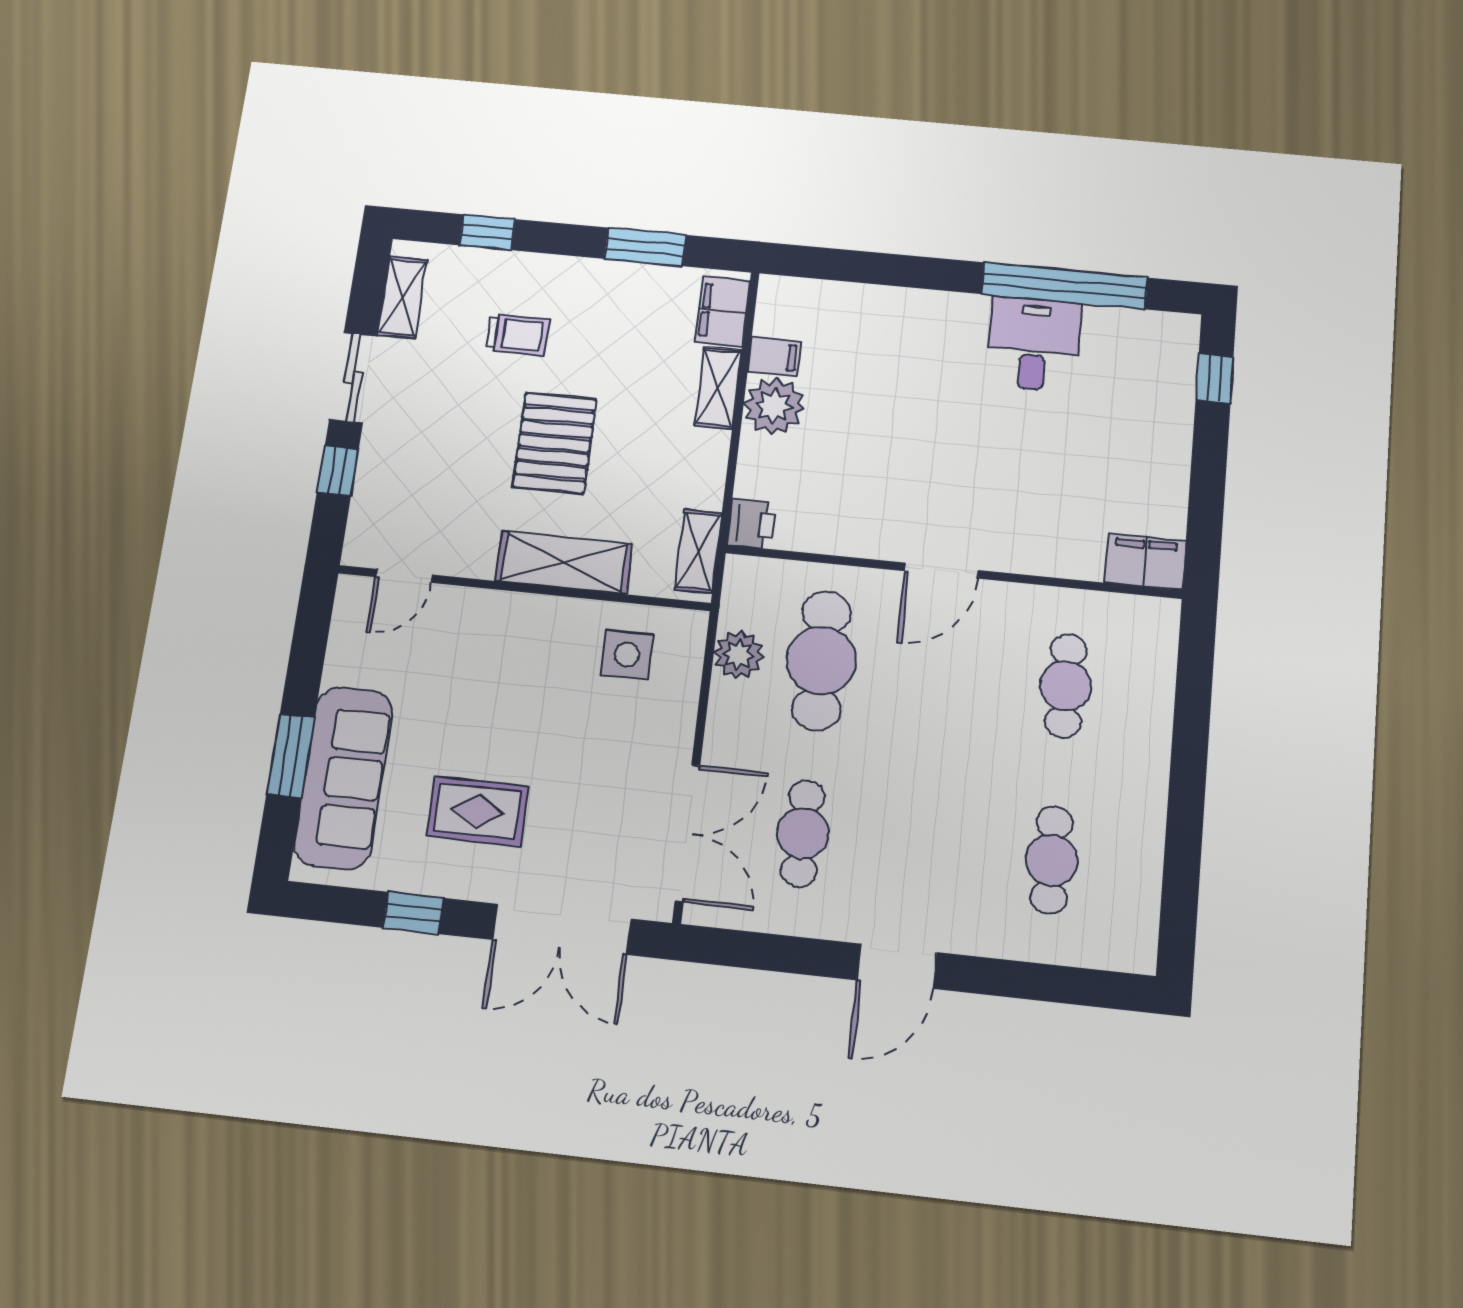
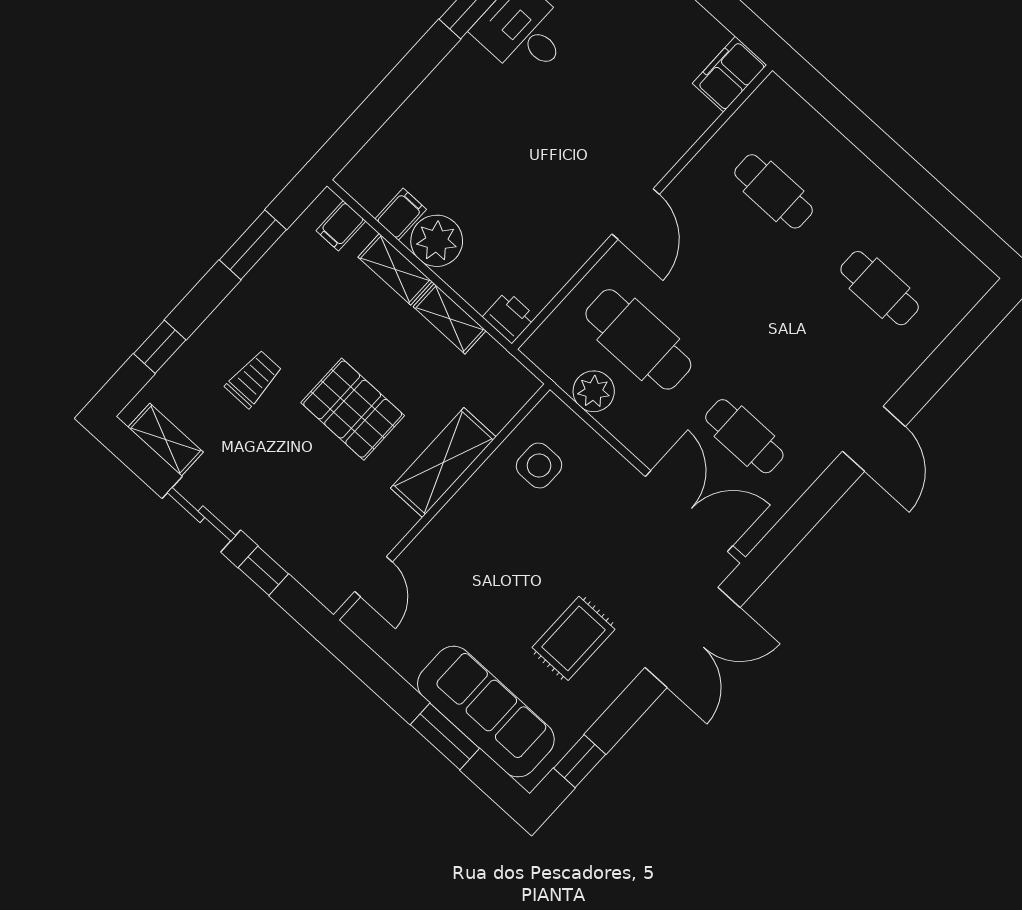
filing cabinet: (722, 311) -> (341, 226), width x0.50
shelving: (698, 551) -> (450, 319), moved
window: (413, 913) -> (580, 761), moved

